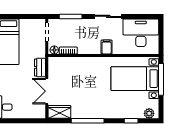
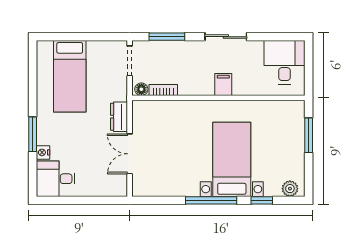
desk: (141, 33) -> (285, 62), width x0.73
bed with nightstands: (135, 79) -> (232, 159), moved, turned 90
window: (161, 79) -> (309, 135), width x0.69
wardrobe: (59, 112) -> (149, 186), removed
window: (88, 121) -> (211, 200), moved

